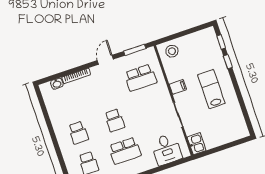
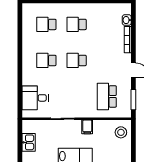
kitchen sink: (197, 144) -> (29, 142), moved, turned -90
school desk: (125, 151) -> (46, 60), width x0.54

